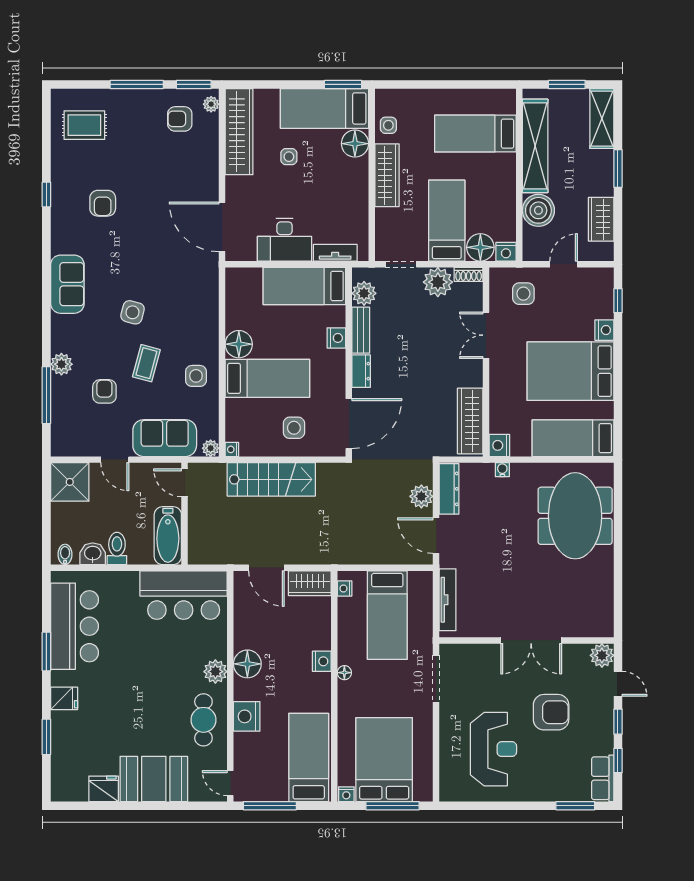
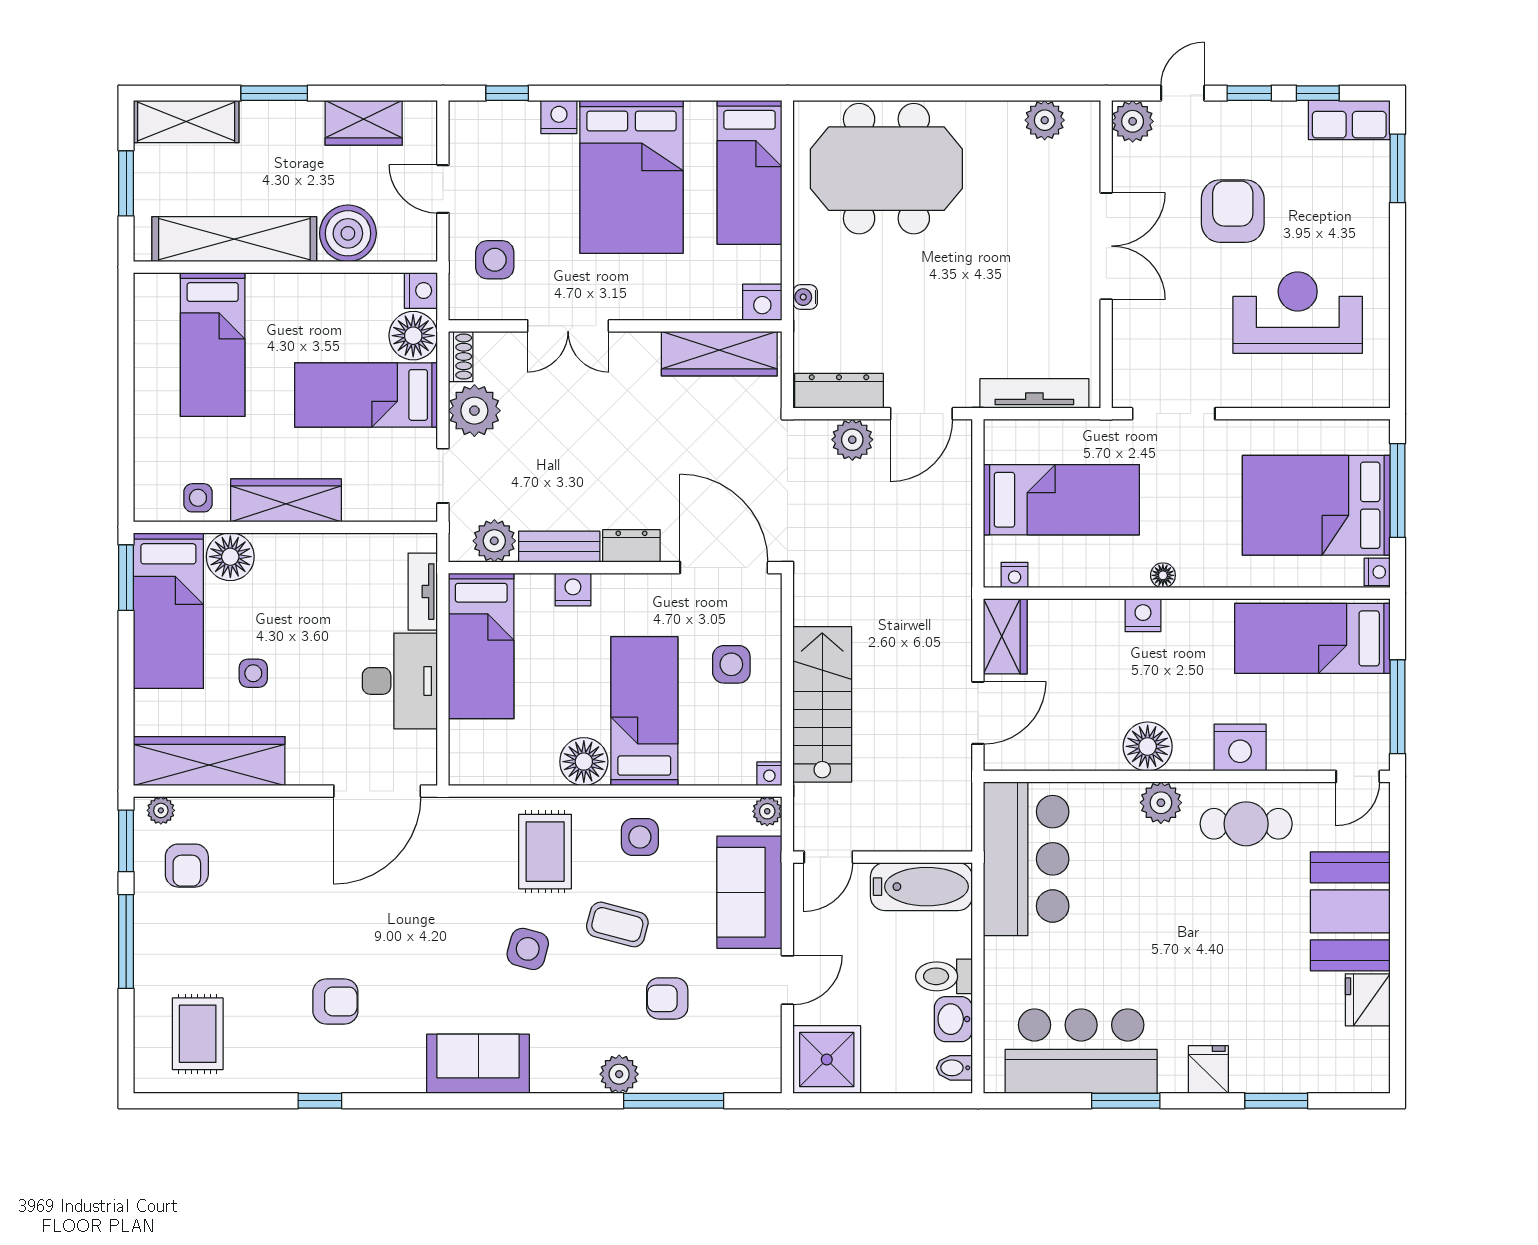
rug: (188, 322) -> (545, 852), added
plant: (603, 606) -> (1045, 120), added

